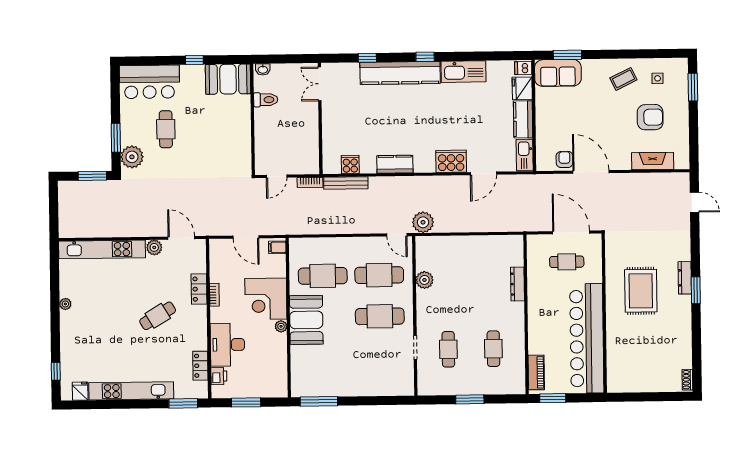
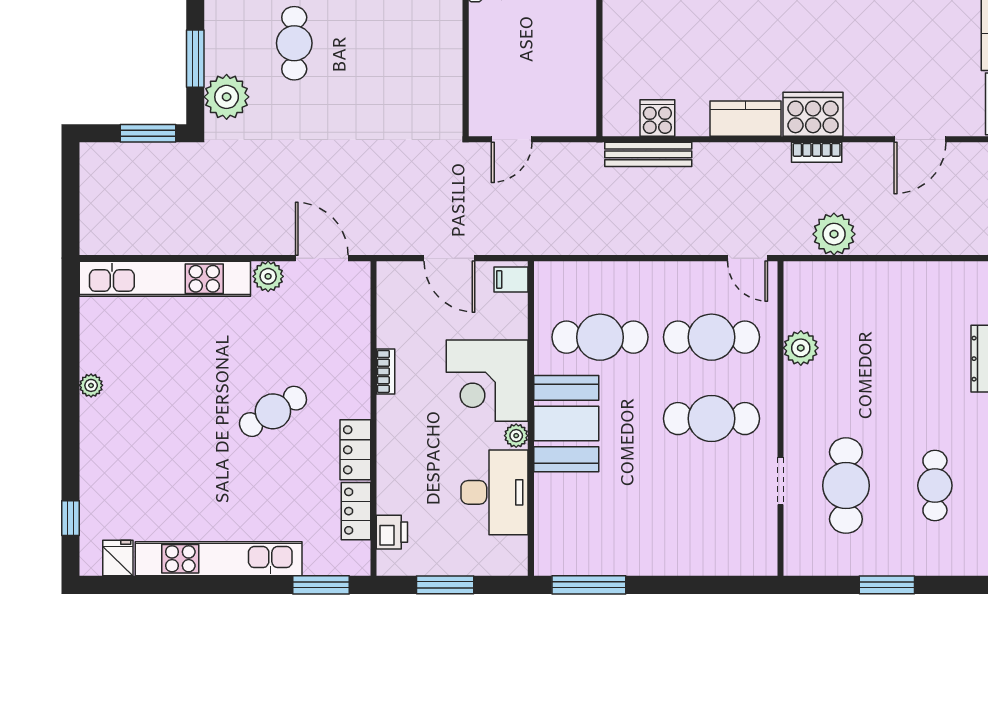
cooker: (451, 161) -> (813, 114), moved
bookcase: (310, 182) -> (817, 152), moved
plant: (423, 222) -> (834, 234), moved
locker: (199, 289) -> (355, 450), moved
desk: (227, 345) -> (495, 492), moved, turned 180
cafe table: (448, 349) -> (846, 486), width x1.37, depth x1.35

